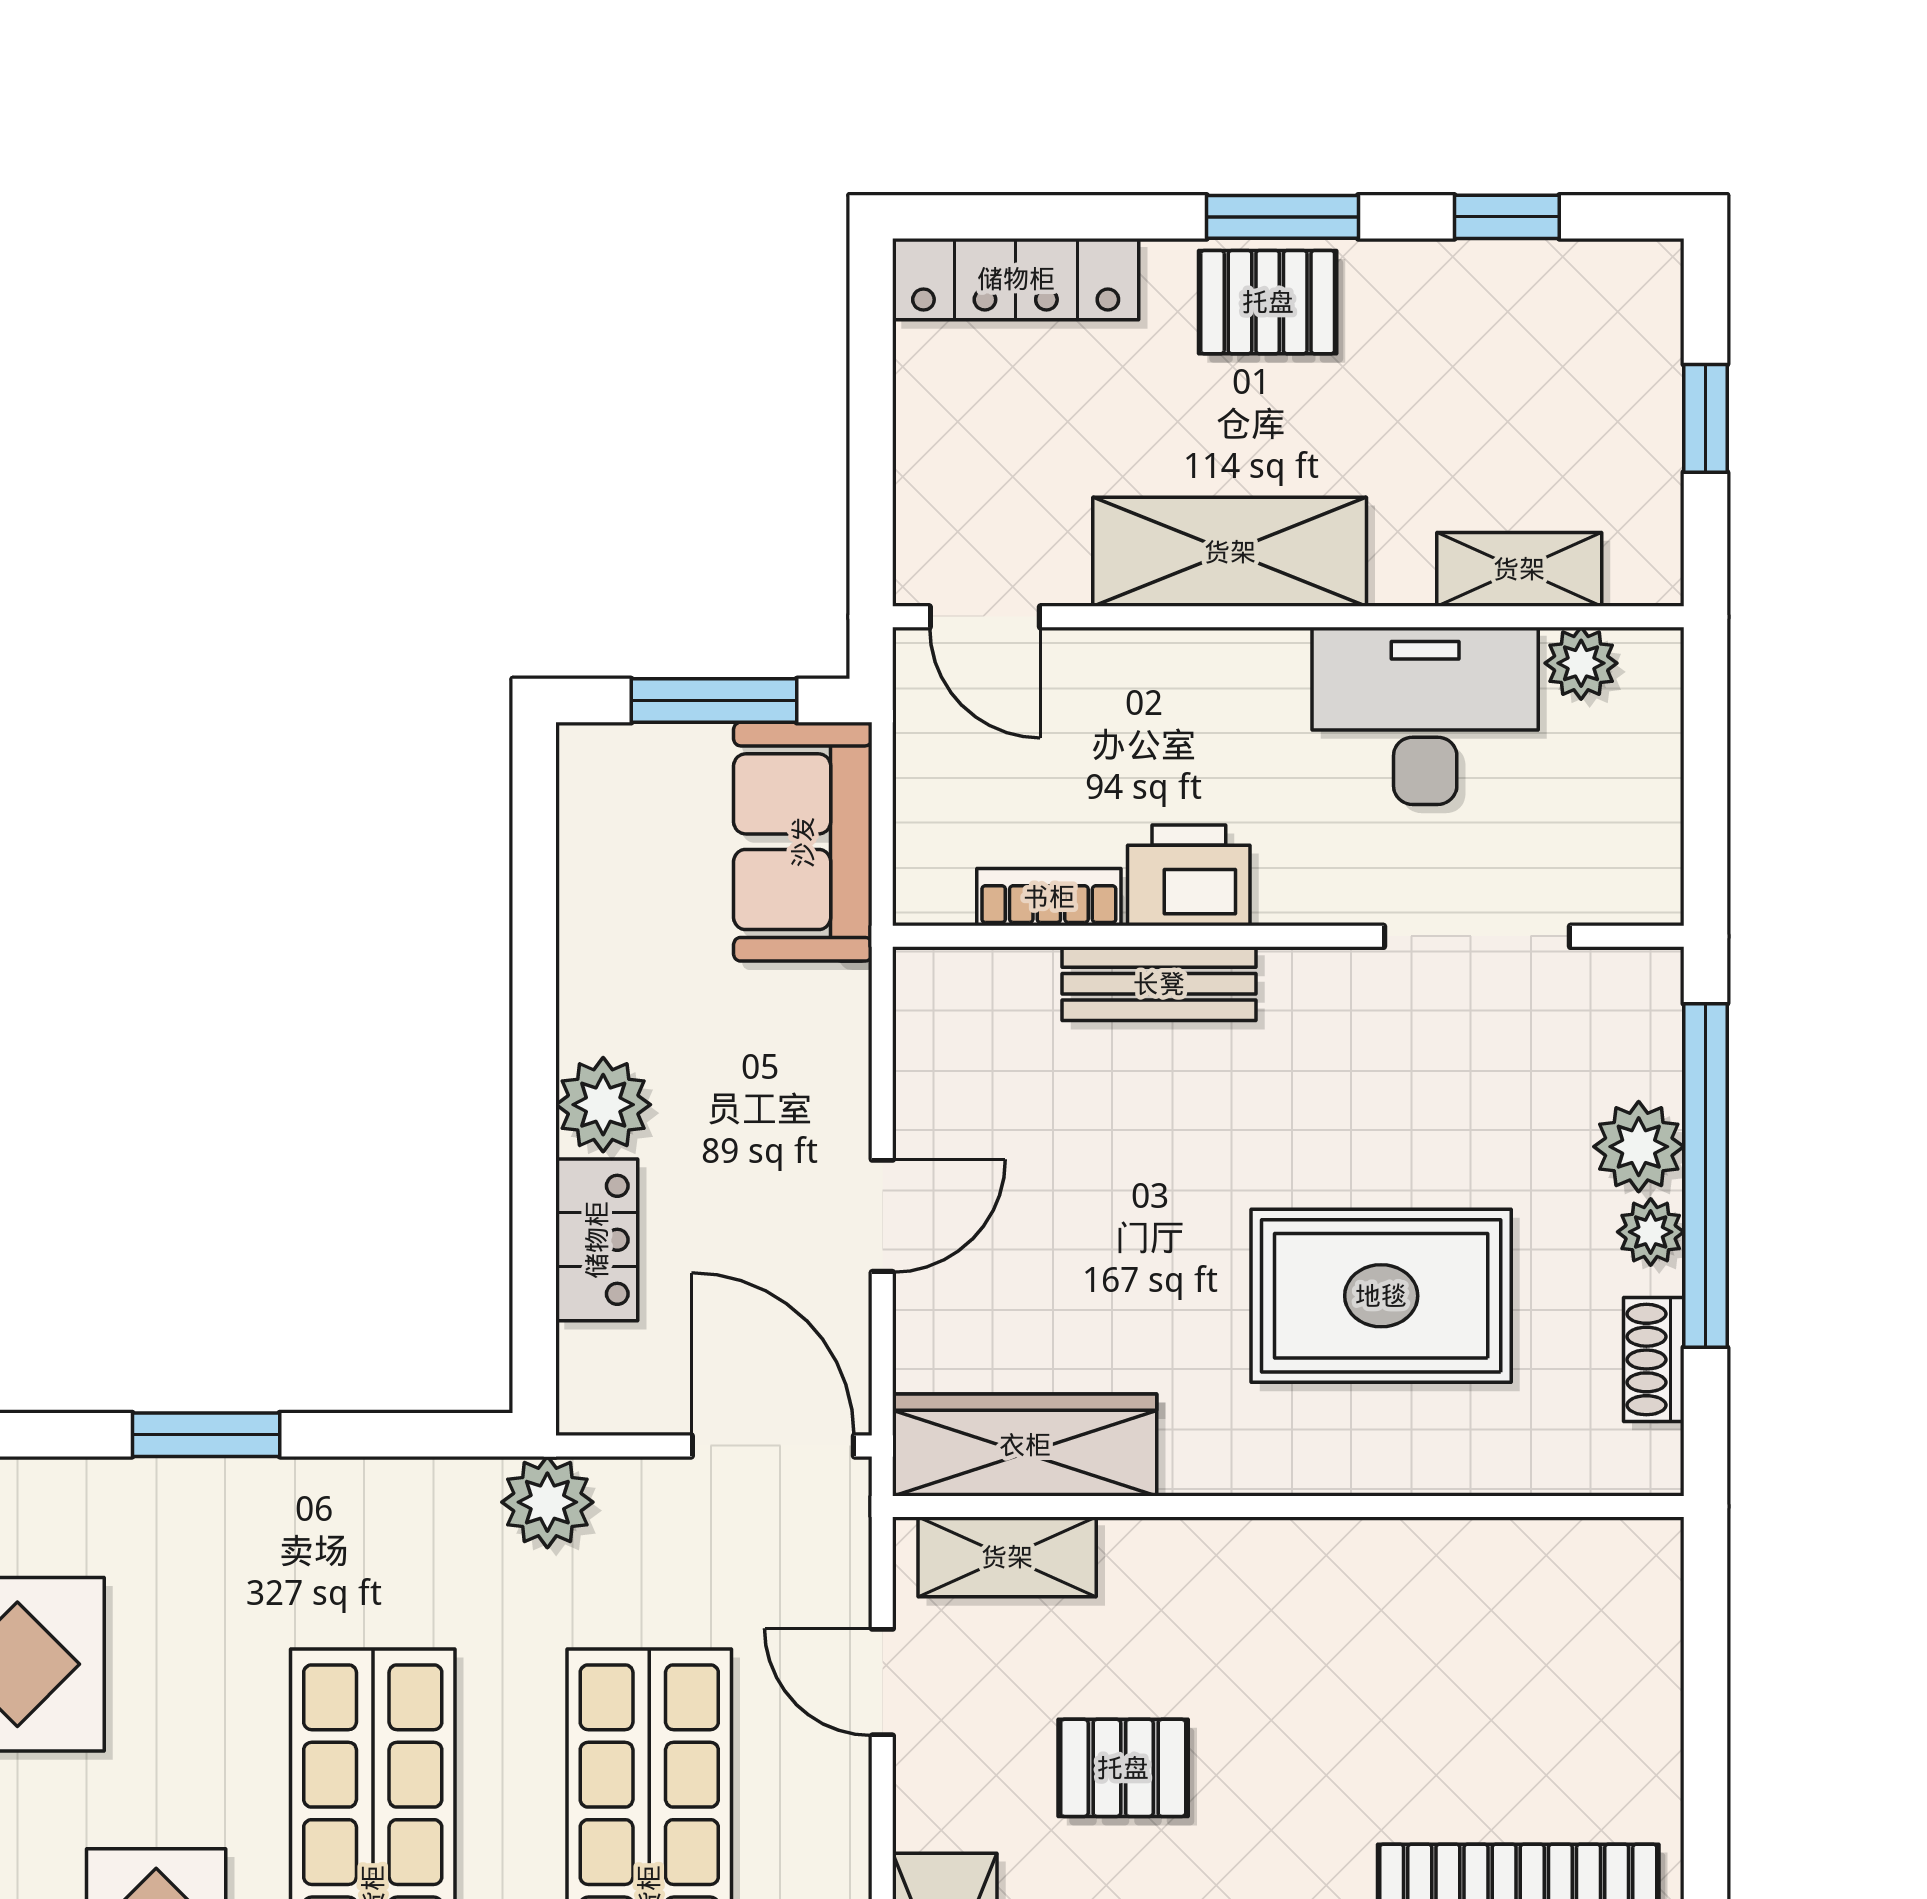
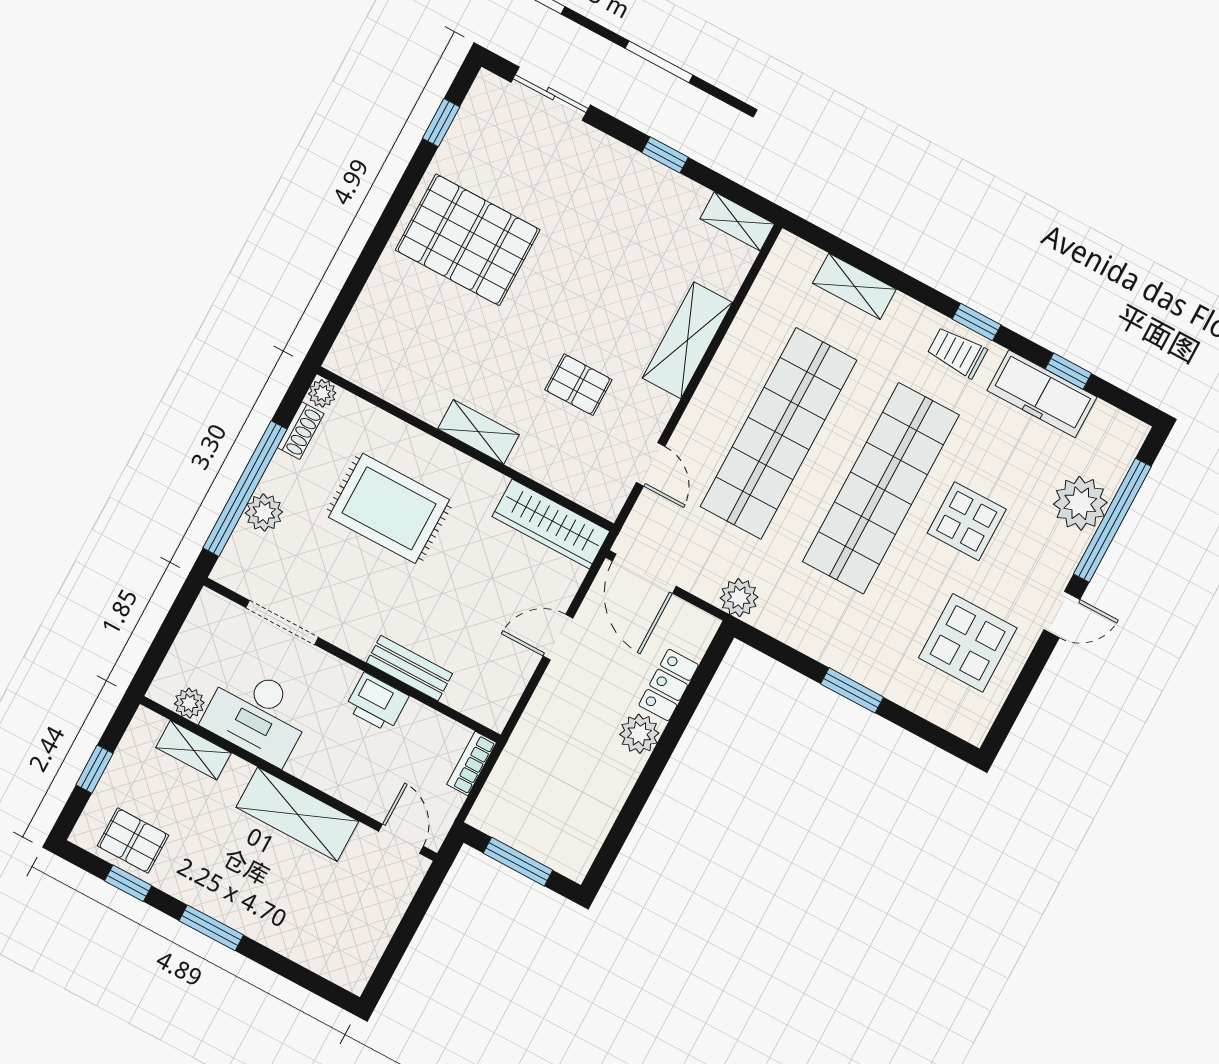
locker: (1016, 279) -> (322, 958), removed
pallet: (1268, 302) -> (133, 841), moved
sofa: (803, 842) -> (513, 792), removed
bookcase: (1049, 897) -> (472, 763), moved, turned 90
plant: (1651, 1232) -> (322, 393), moved
shelving: (1007, 1557) -> (479, 432), moved

